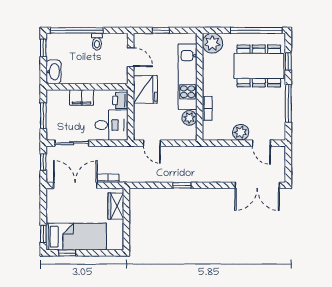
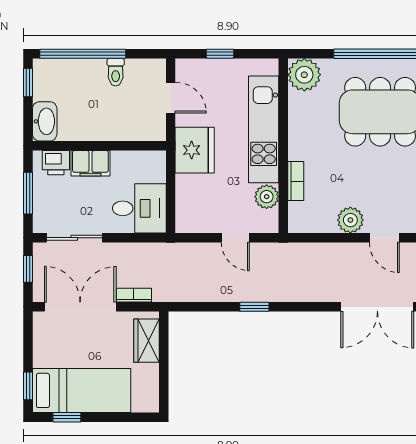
printer: (120, 101) -> (56, 163), moved, turned -90
door: (152, 143) -> (235, 238), moved

